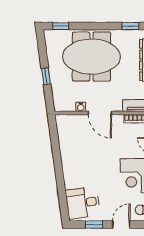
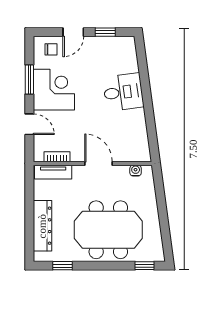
window: (46, 76) -> (162, 207), removed
water cooler: (81, 107) -> (136, 171), moved
desk: (83, 203) -> (123, 92), moved

